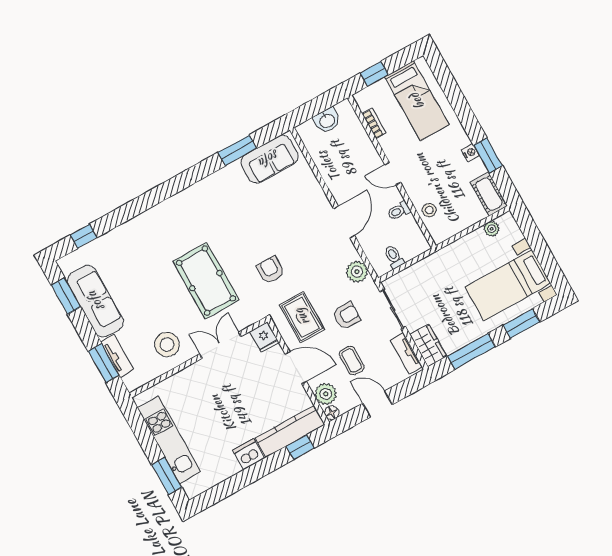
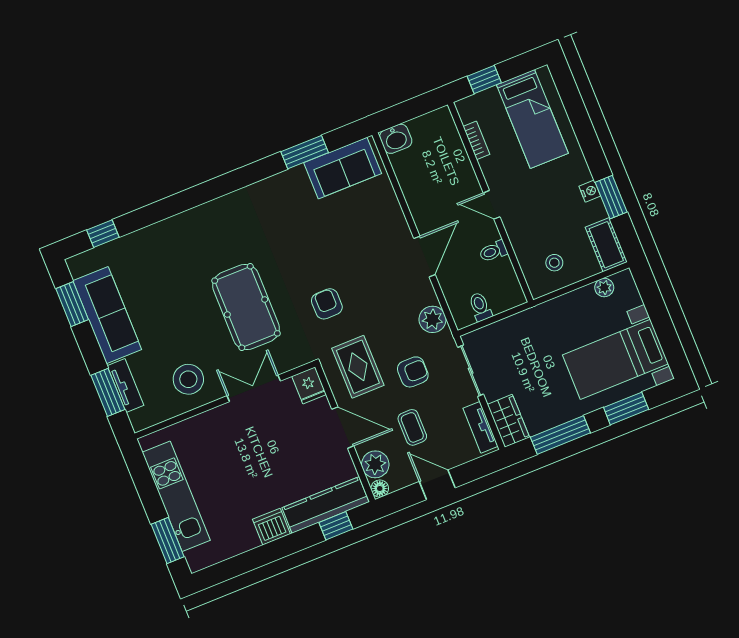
washbasin: (327, 120) -> (396, 139), moved
stool: (429, 210) -> (554, 263), moved

